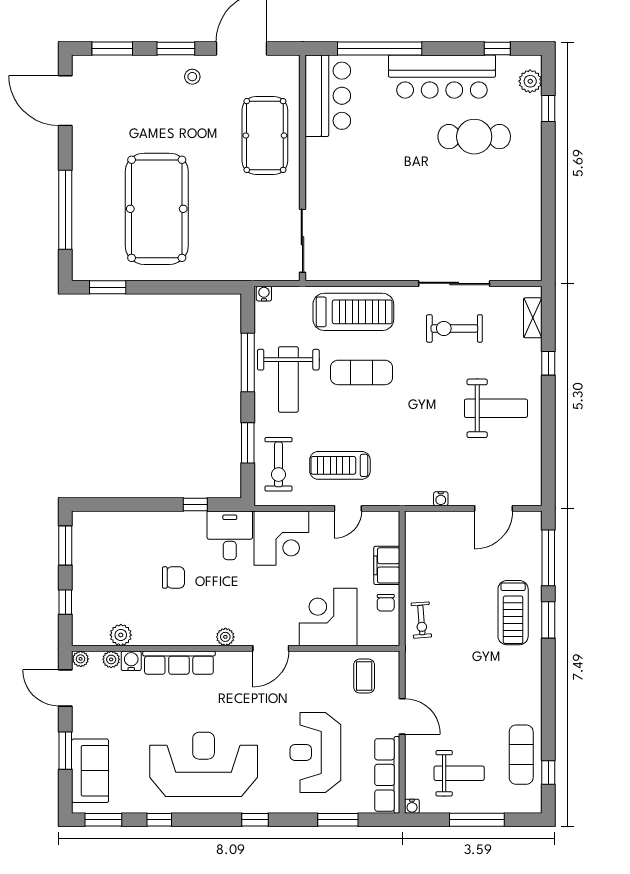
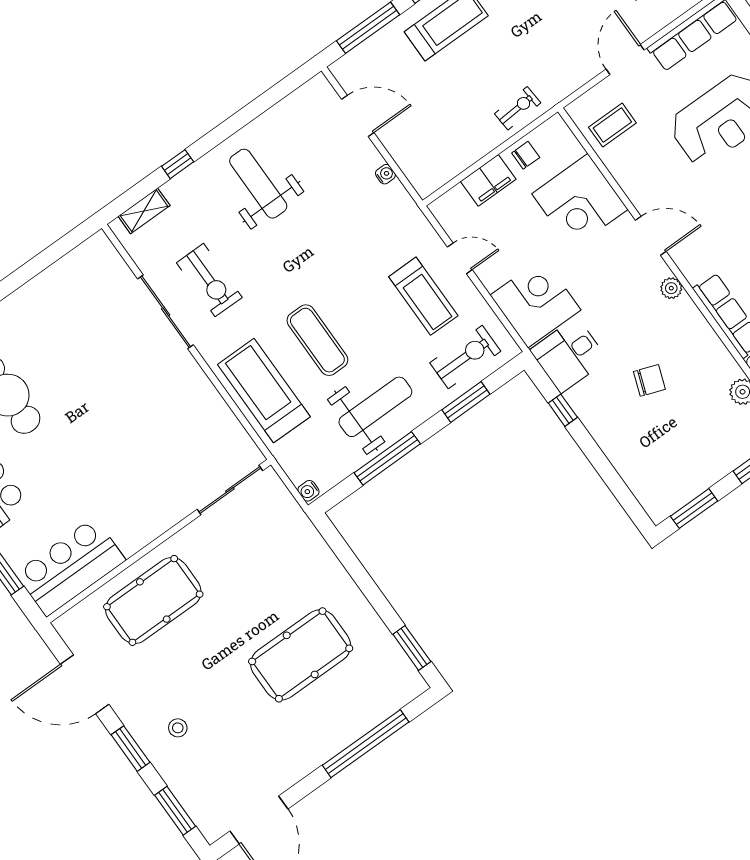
stool: (192, 77) -> (178, 728), moved
pool table: (157, 209) -> (301, 655), width x0.73, depth x0.76
chair: (174, 577) -> (649, 380), turned 110

